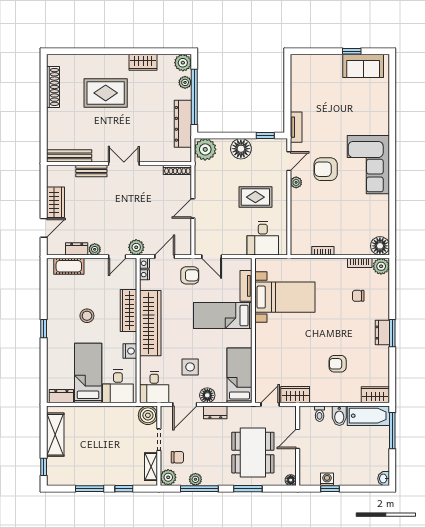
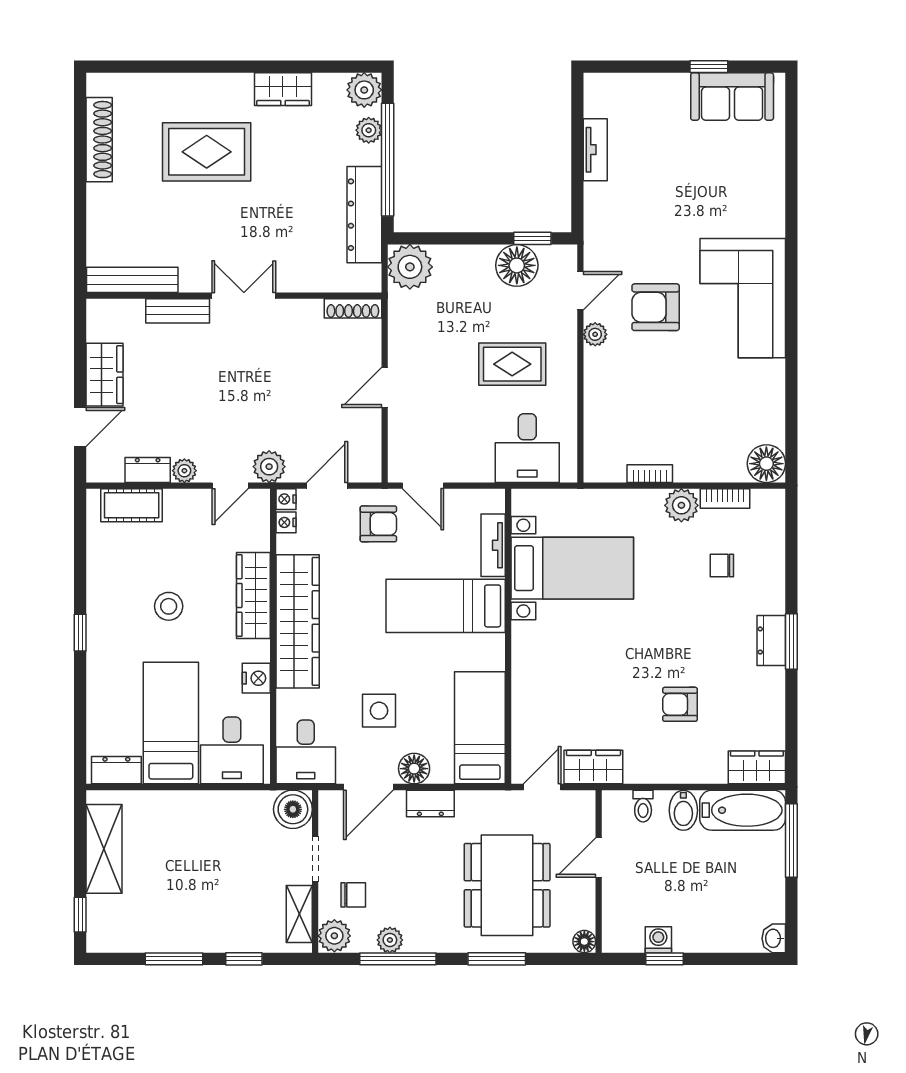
tv unit: (296, 127) -> (595, 150), moved
floor lamp: (241, 149) -> (517, 265), moved
plant: (381, 266) -> (681, 505), moved

